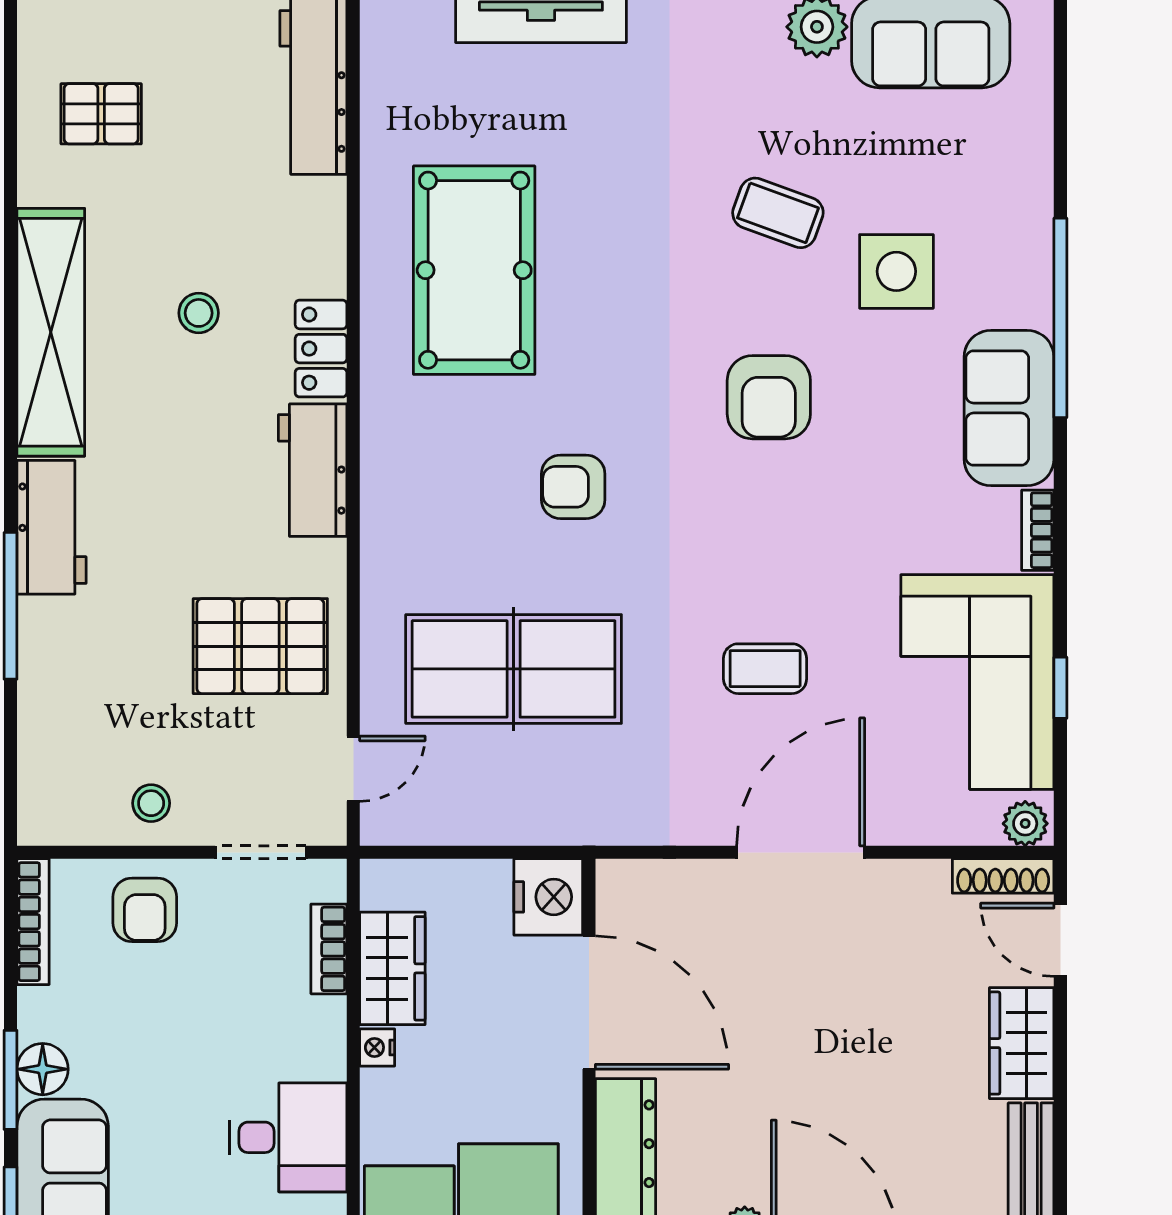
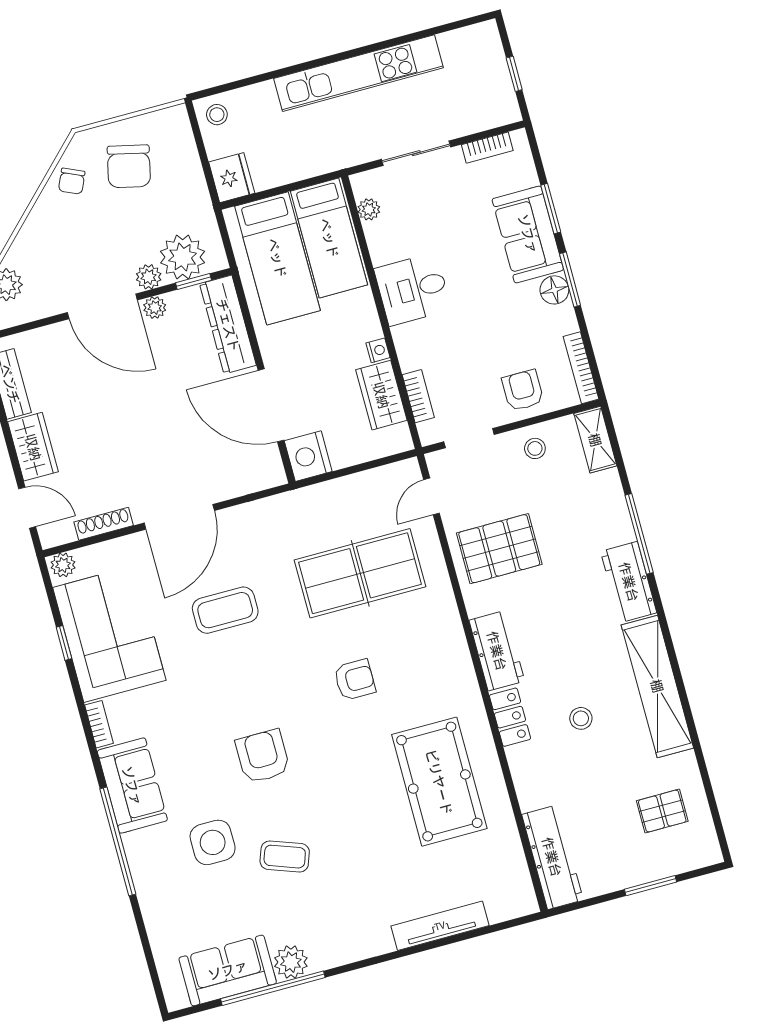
coffee table: (765, 669) -> (225, 610), width x1.36, depth x1.30
shelving: (42, 790) -> (595, 440), added
shoe rack: (1003, 876) -> (104, 524), moved

